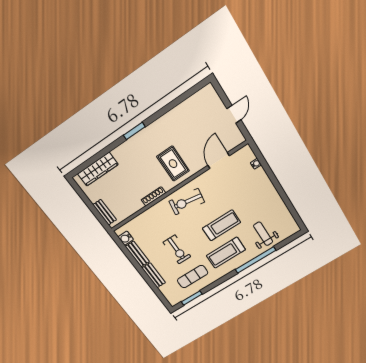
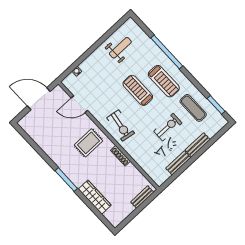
door: (234, 114) -> (39, 99), width x1.87
window: (134, 131) -> (66, 180), width x1.44
wardrobe: (98, 169) -> (95, 197), moved
weight bench: (263, 234) -> (120, 48), moved, turned 180
water cooler: (126, 238) -> (164, 176), removed

